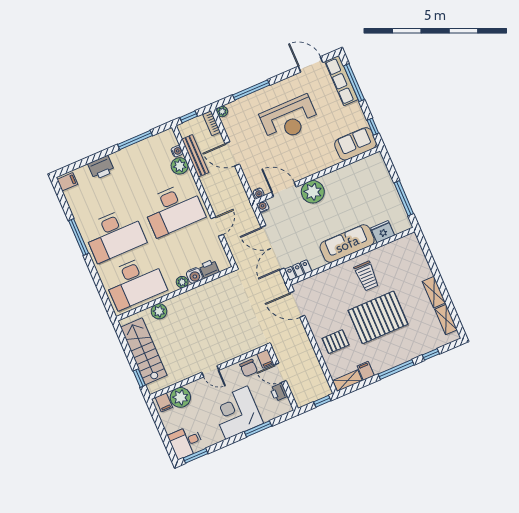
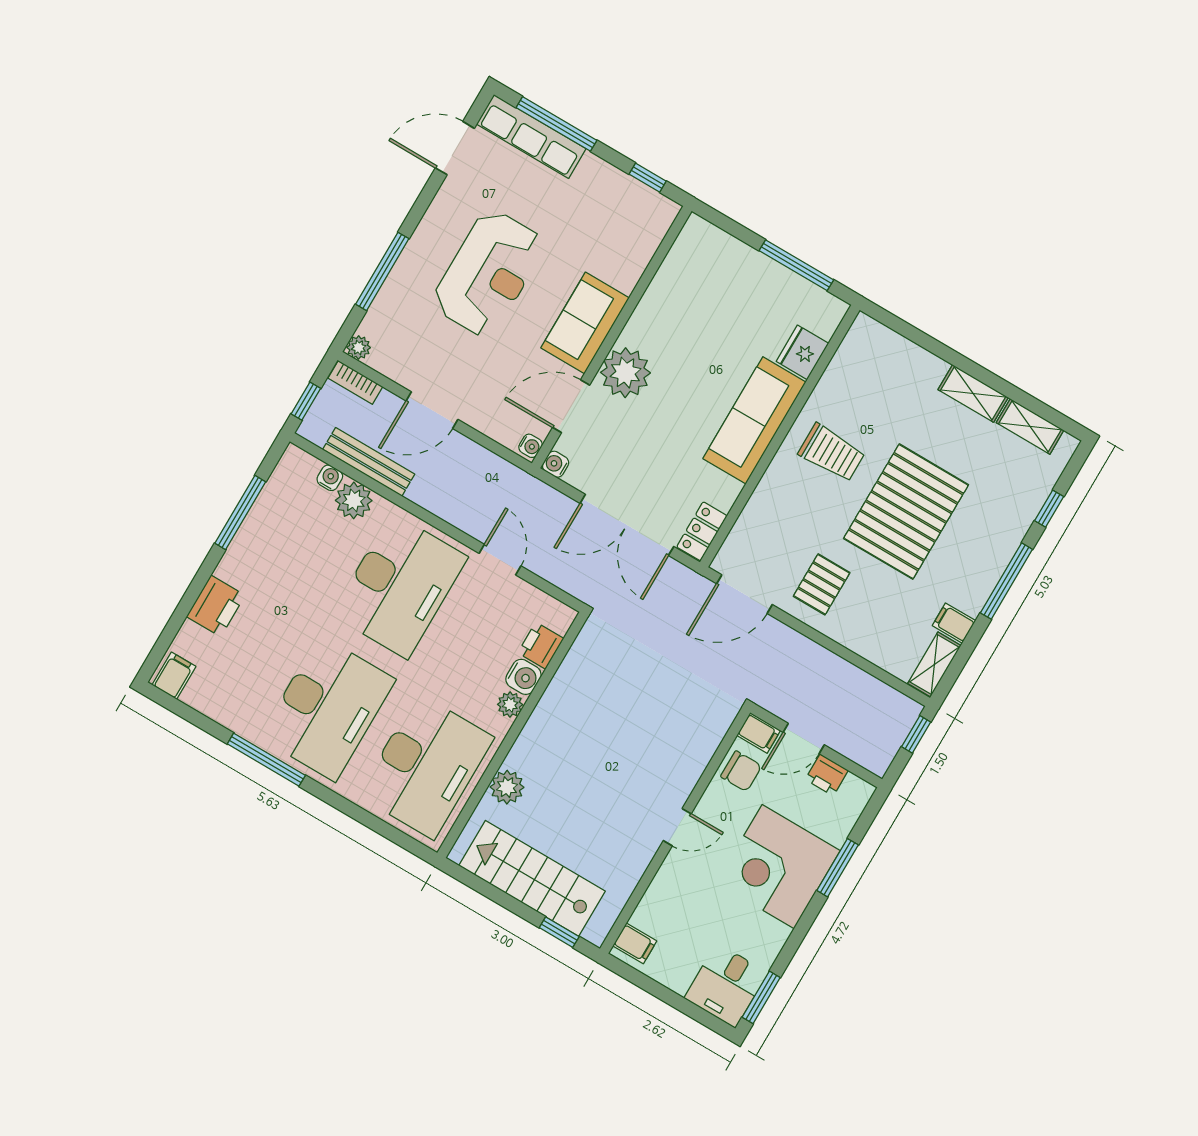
sofa: (356, 144) -> (585, 323), moved
pallet: (336, 342) -> (822, 584), moved
plant: (180, 397) -> (658, 913), removed

